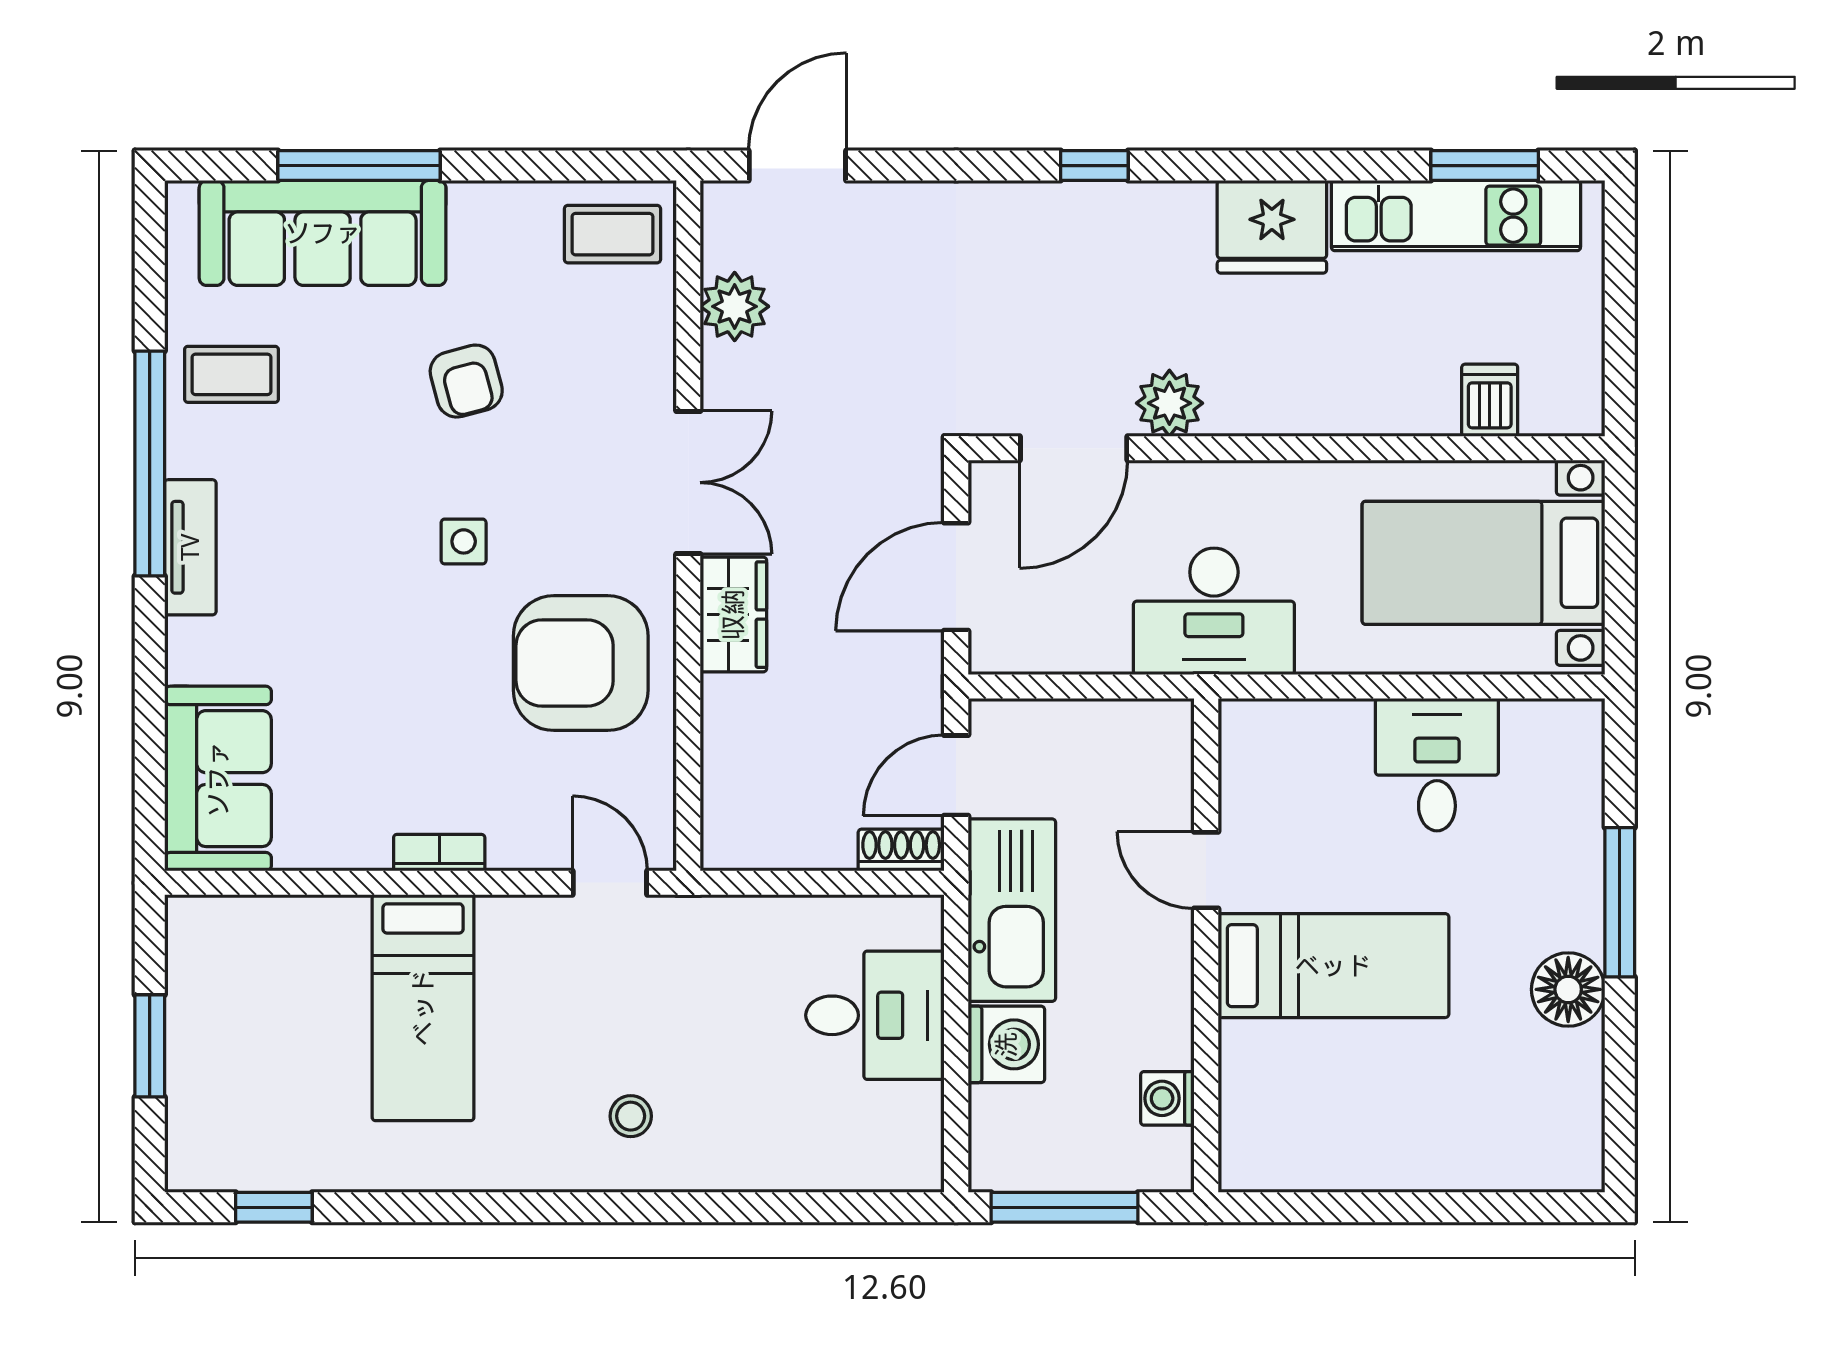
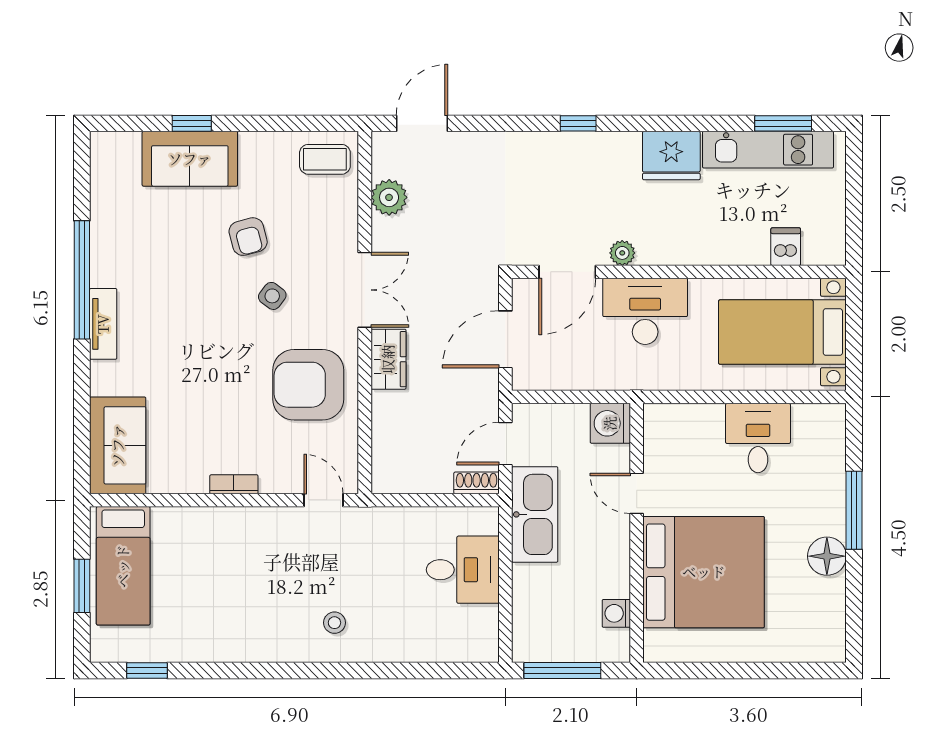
window: (359, 166) -> (192, 123), width x0.46
sofa: (323, 233) -> (190, 159), width x0.73
coffee table: (231, 374) -> (125, 233), removed
plant: (1169, 403) -> (622, 253), width x0.73, depth x0.73
side table: (464, 541) -> (272, 296), moved, turned 37
desk: (1214, 611) -> (645, 311), moved, turned 180
bed: (1333, 966) -> (704, 572), width x2.04
bed: (423, 1008) -> (123, 566), moved
washing machine: (1006, 1044) -> (610, 423), moved, turned 180

